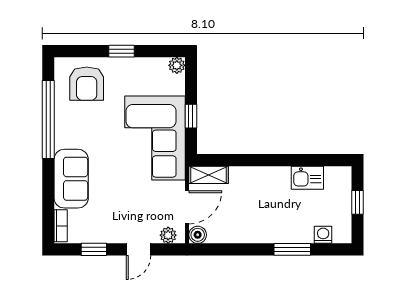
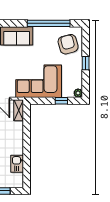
armchair: (87, 84) -> (68, 44), turned 75
window: (191, 116) -> (61, 101), moved

